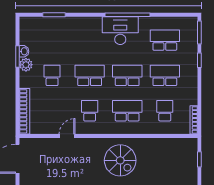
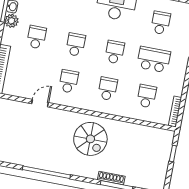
school desk: (165, 40) -> (161, 23), width x0.54
school desk: (90, 75) -> (76, 45), width x0.54
school desk: (127, 75) -> (115, 52), width x0.54
school desk: (127, 111) -> (108, 89), width x0.54

